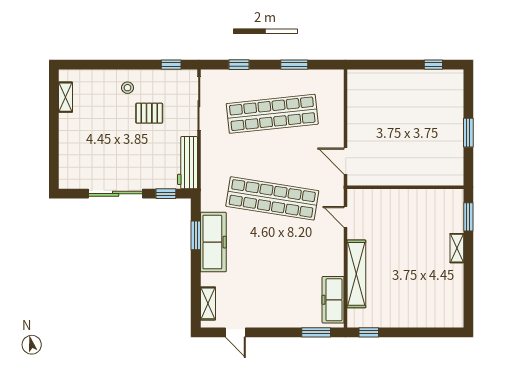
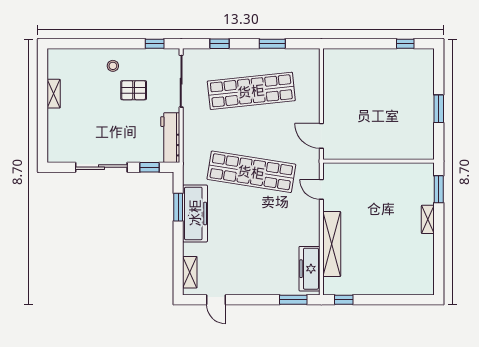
shelving: (65, 97) -> (54, 94), moved

